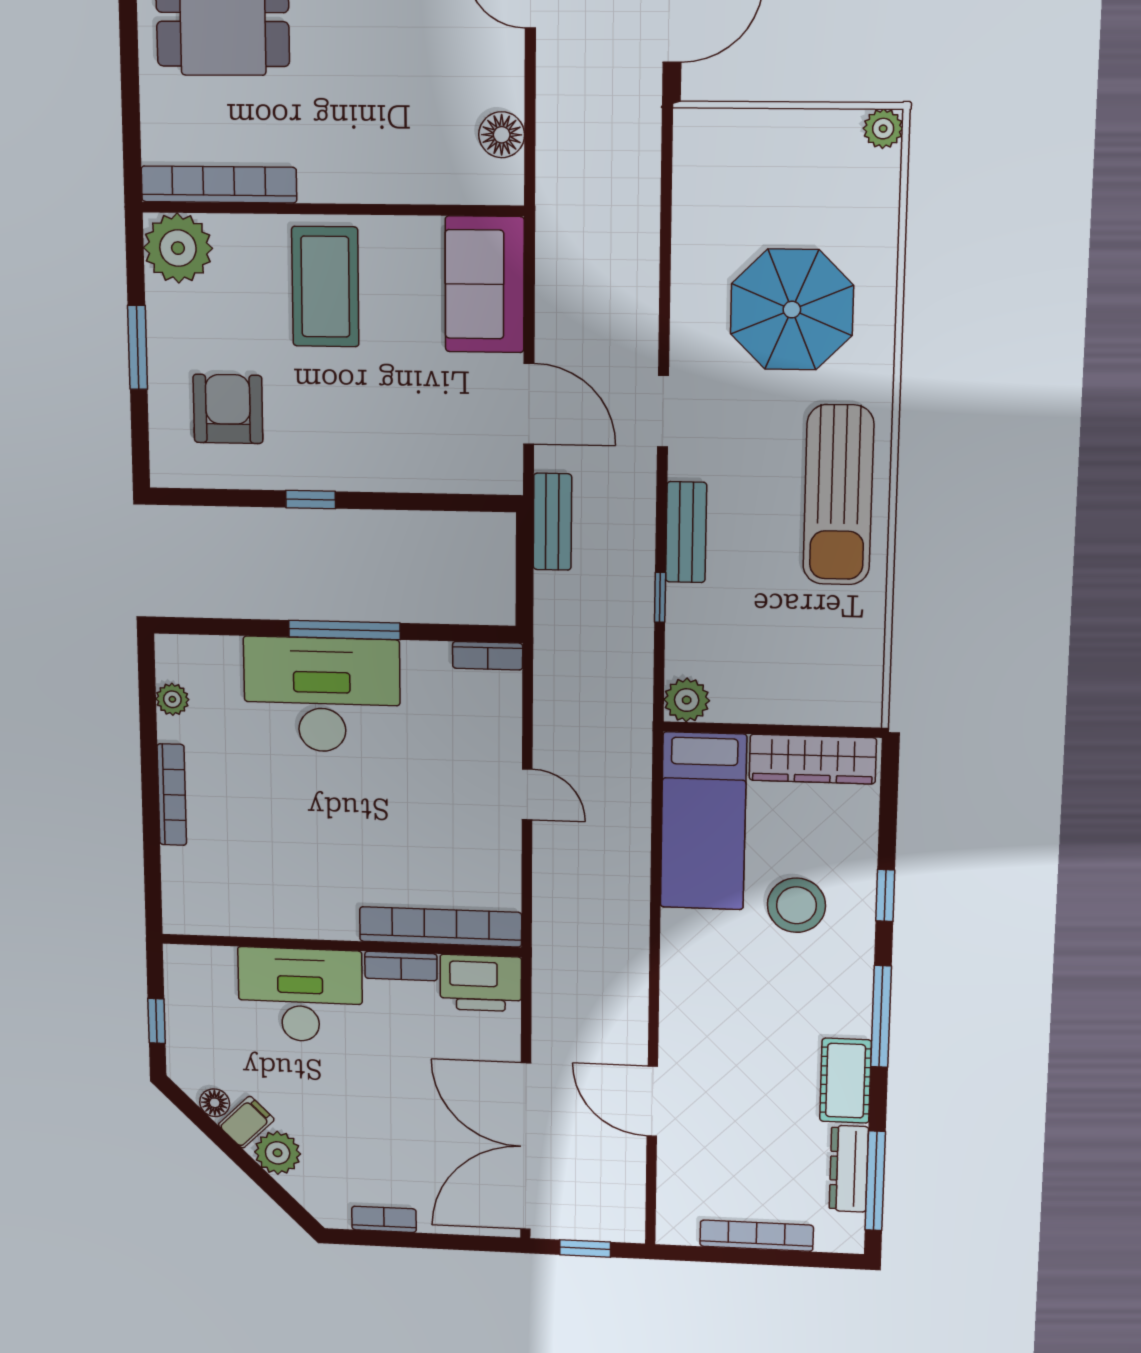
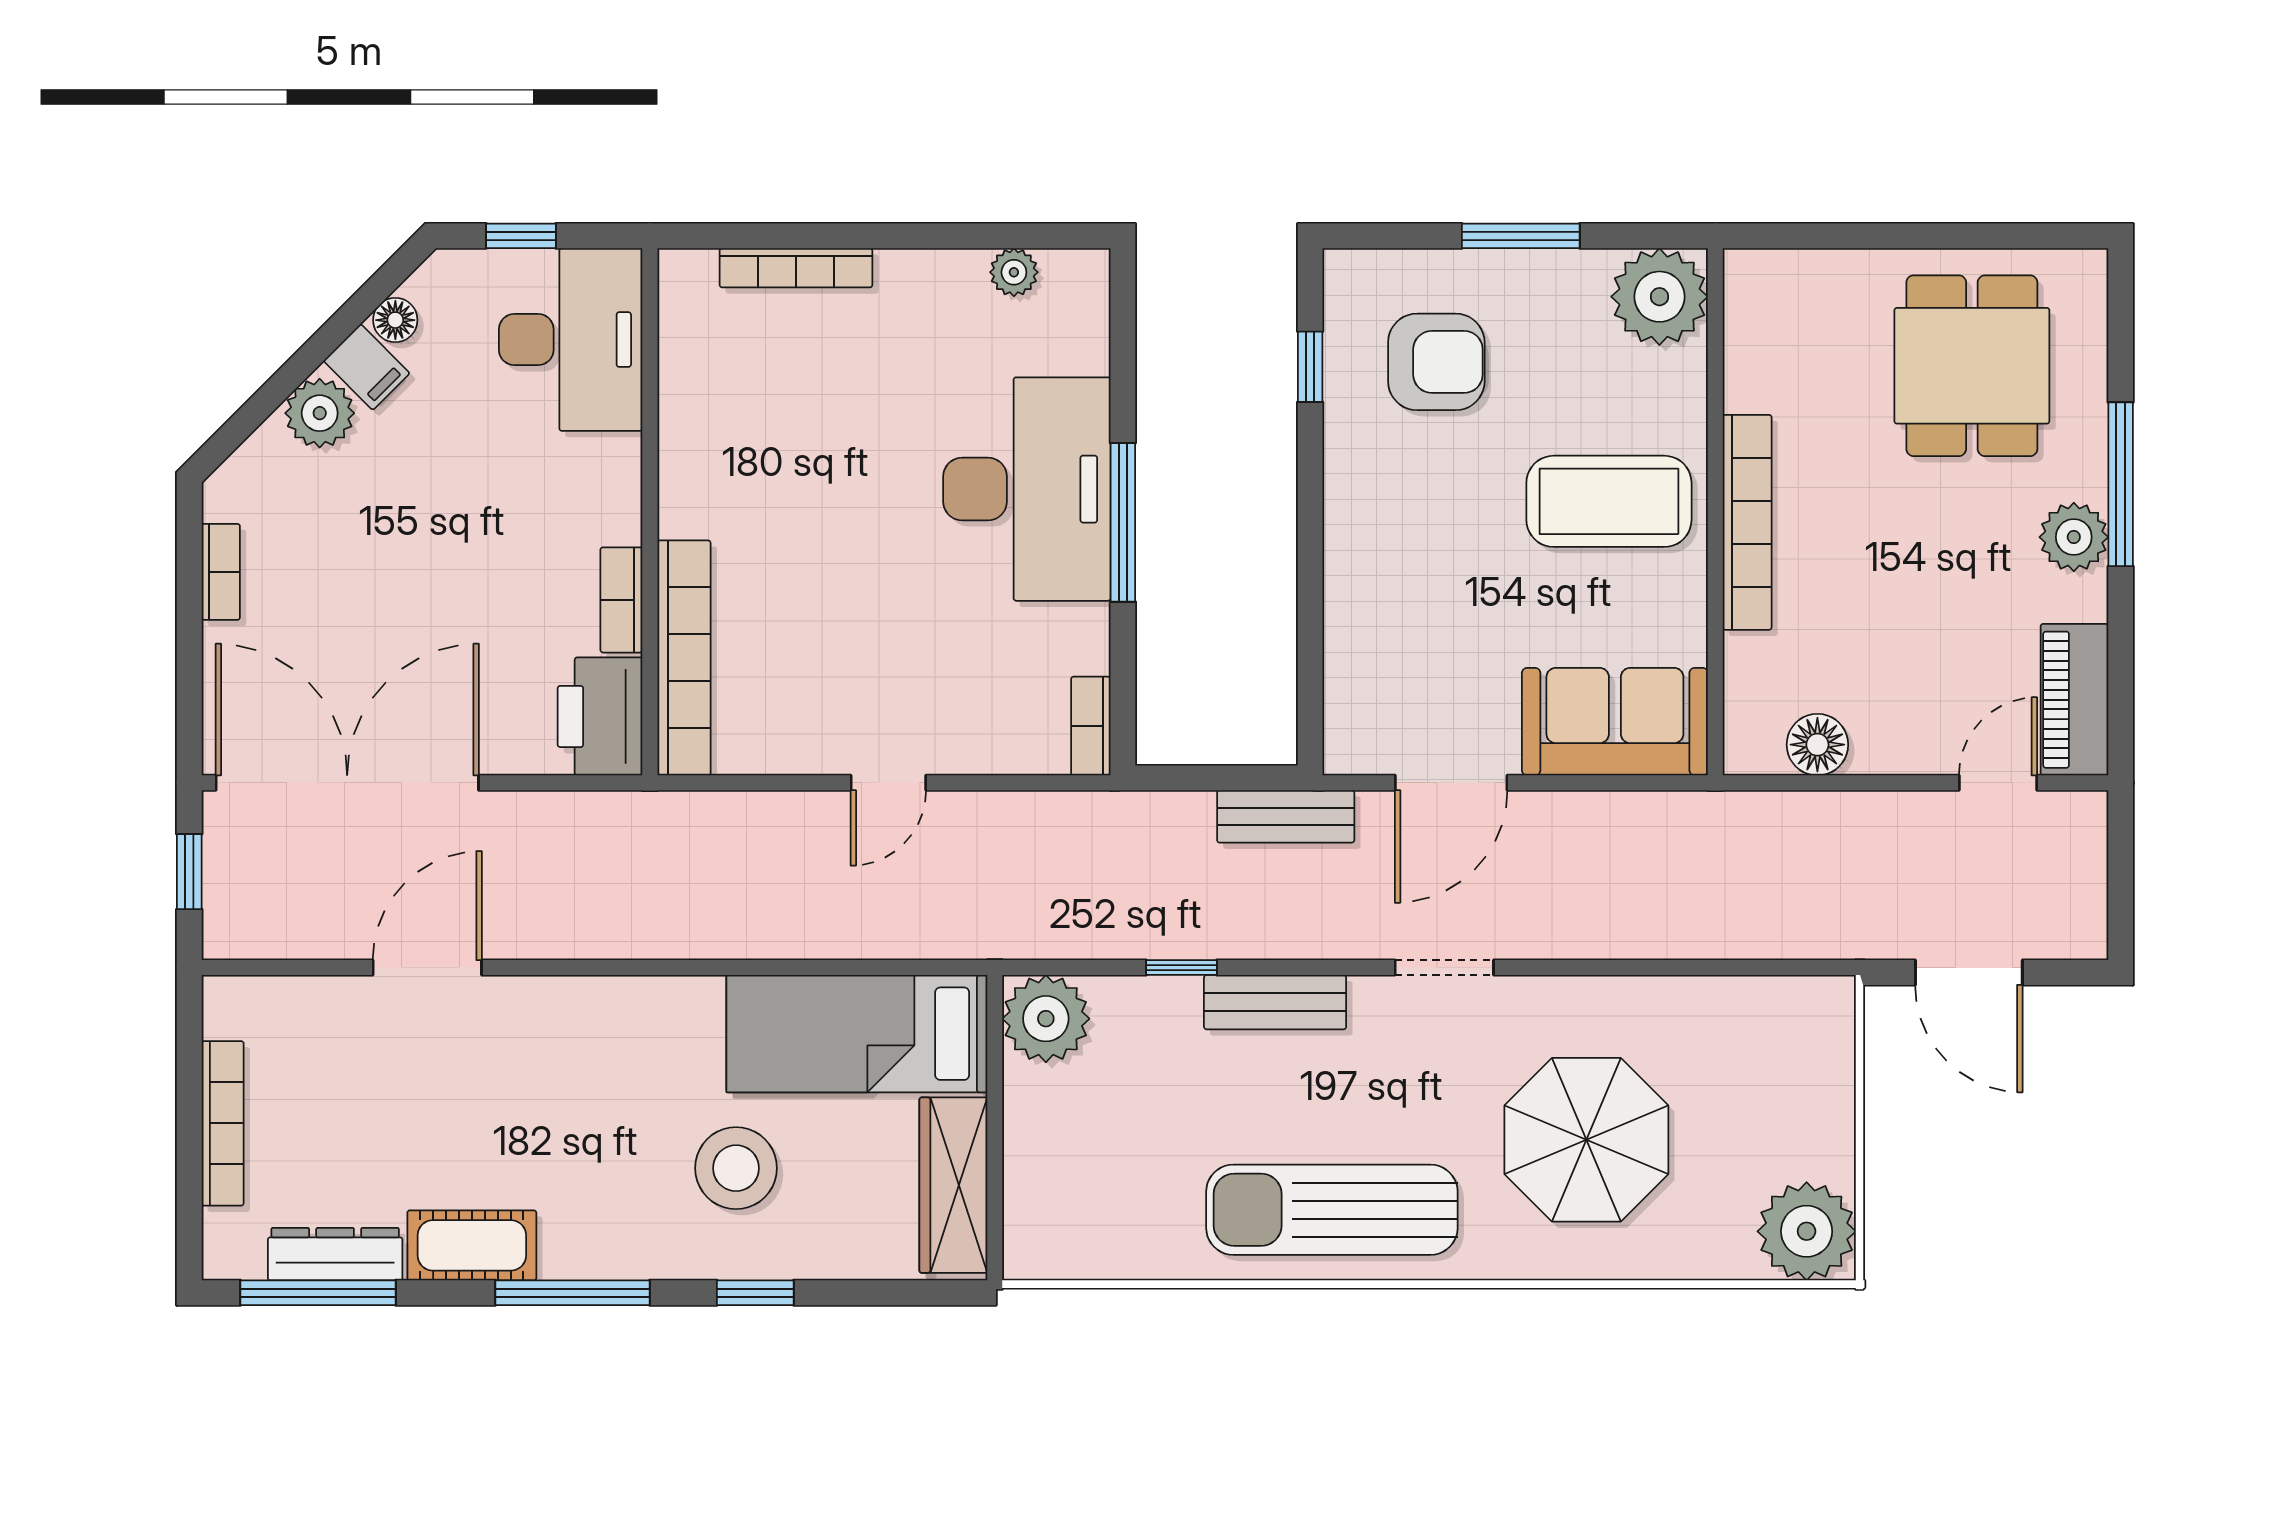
plant: (883, 129) -> (1807, 1231), width x1.88, depth x1.88
bookcase: (219, 184) -> (1747, 522), moved
window: (311, 499) -> (1310, 367), moved
plant: (687, 700) -> (1046, 1019), width x1.36, depth x1.36
bookcase: (172, 795) -> (796, 268), moved
desk: (300, 995) -> (571, 340), moved

